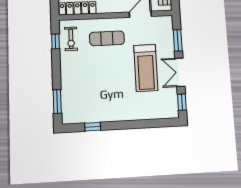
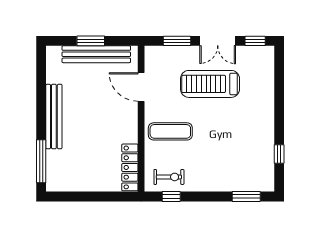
exercise mat: (107, 38) -> (170, 131), turned 90
treadmill: (146, 68) -> (210, 84), turned 180

